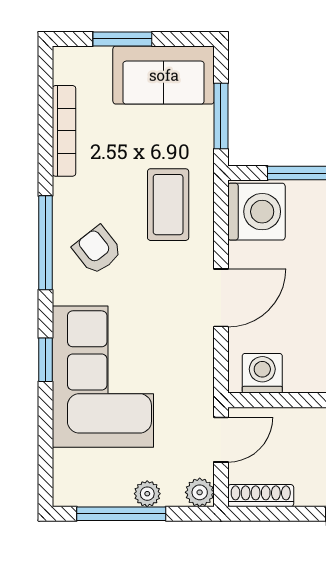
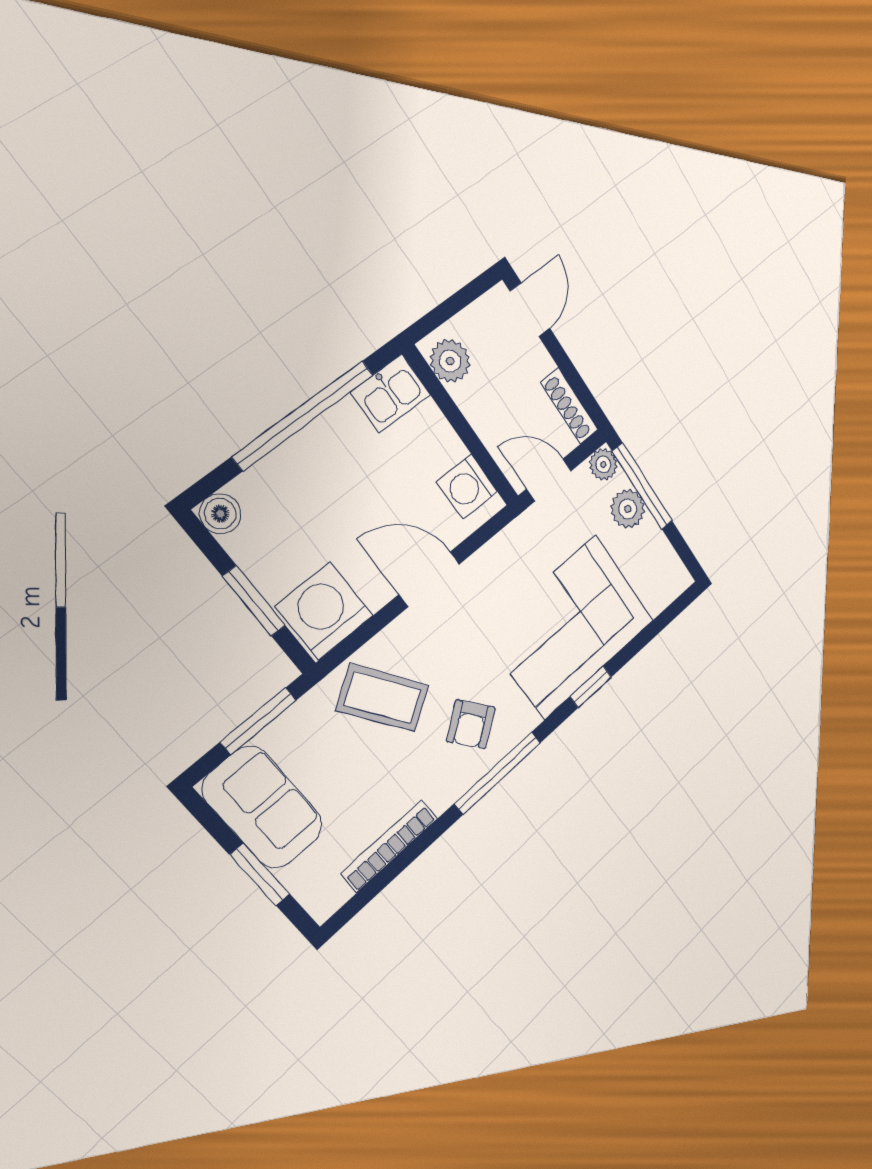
coffee table: (168, 205) -> (383, 698), turned 56
plant: (147, 494) -> (628, 509), width x1.38, depth x1.38
window: (121, 514) -> (642, 486), moved

